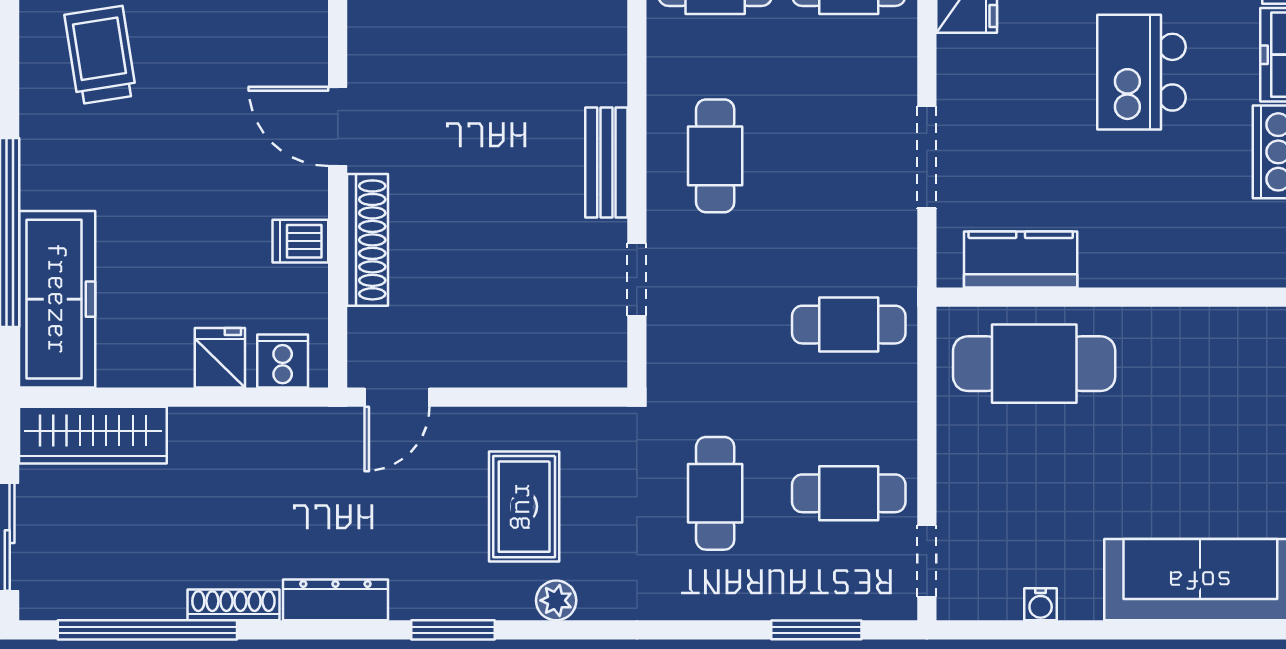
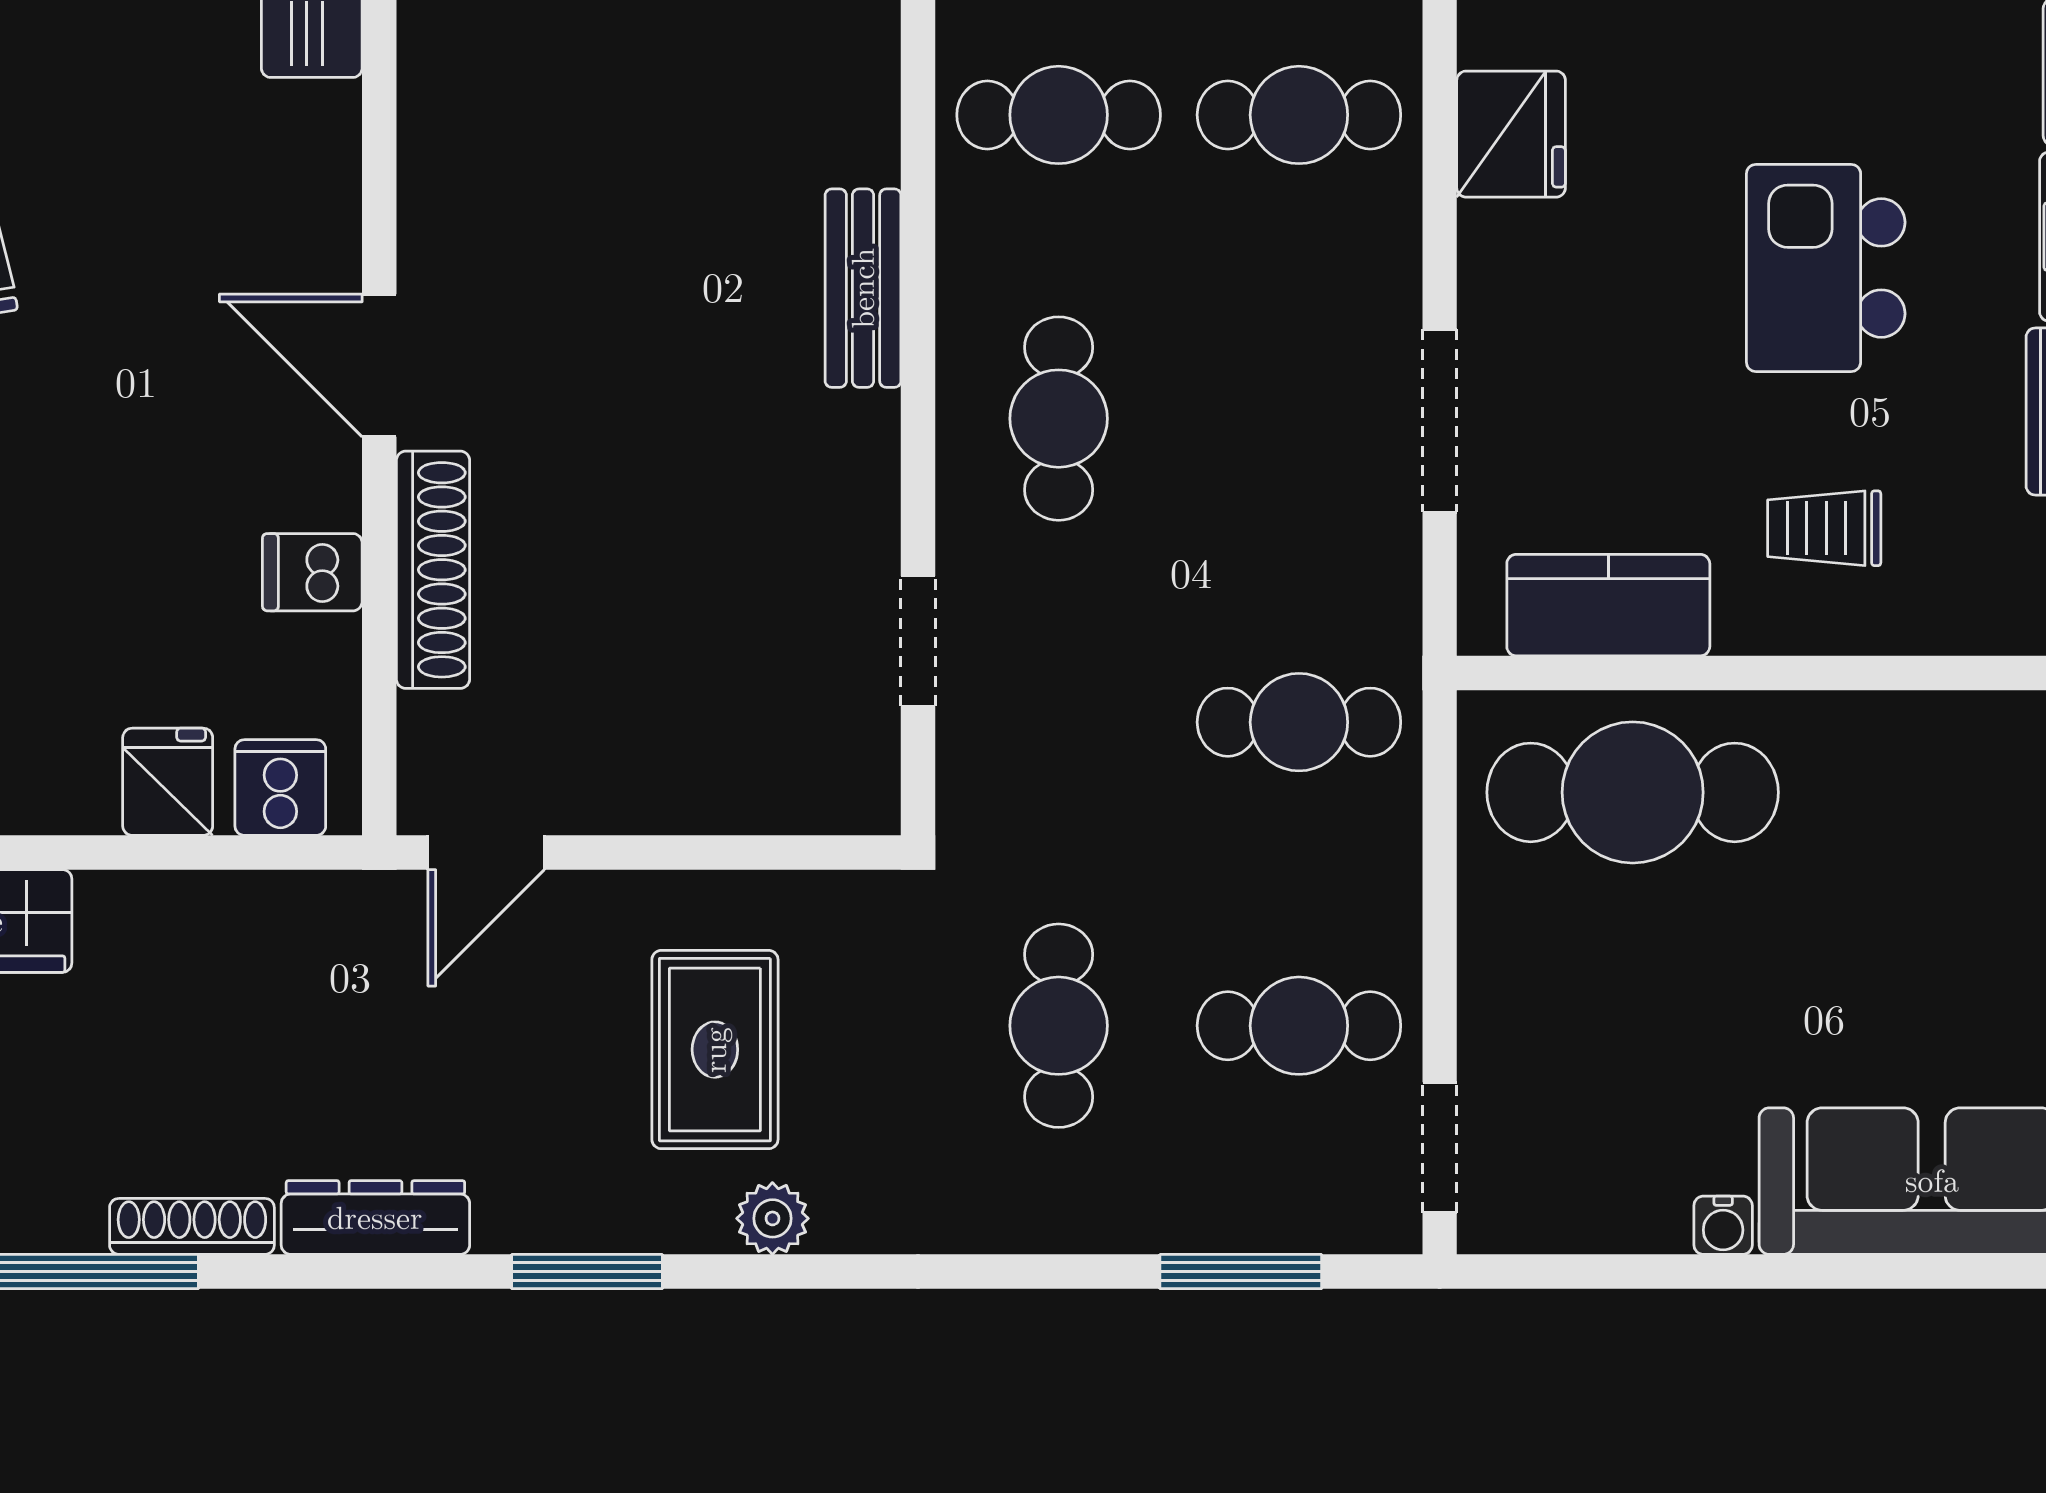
bench: (606, 162) -> (863, 288), moved
trolley: (1141, 217) -> (1824, 528), added
water cooler: (1041, 604) -> (1723, 1225), moved

